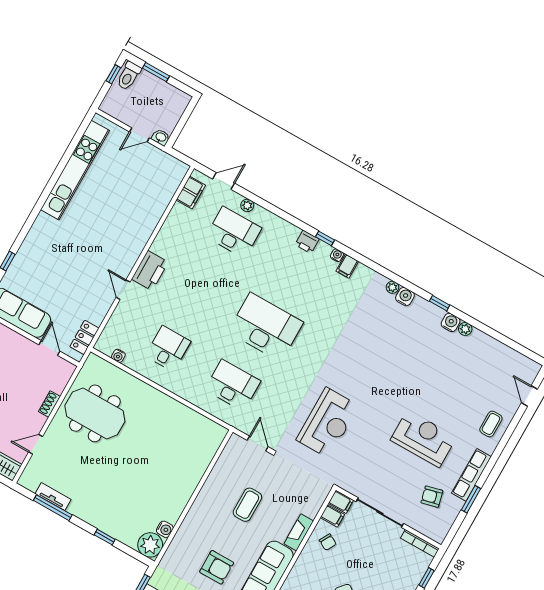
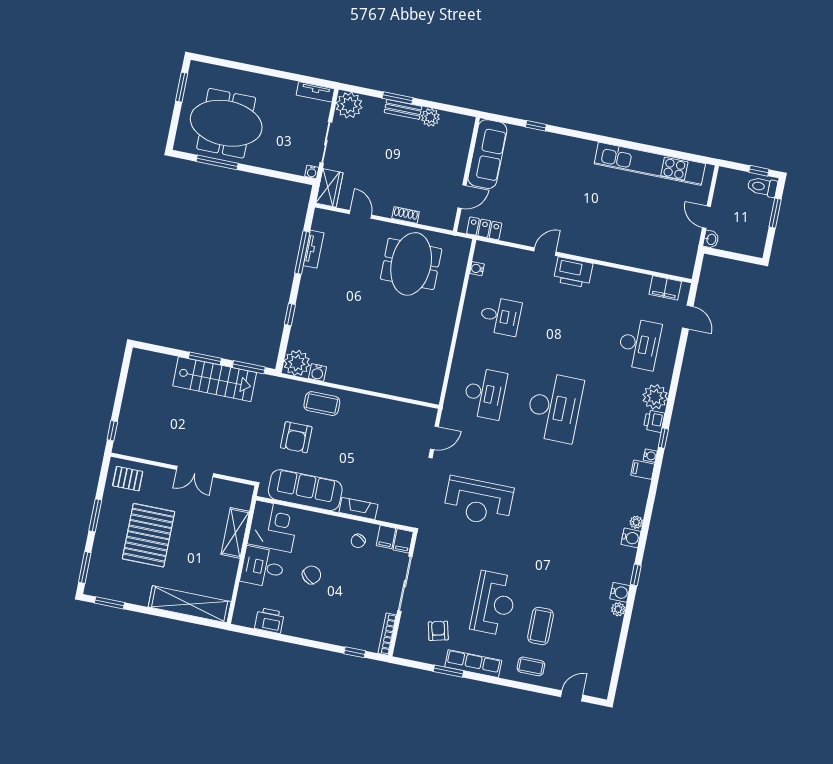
plant: (247, 205) -> (655, 397), moved, width x1.88, depth x1.88
coffee table: (457, 404) -> (540, 626), added
coffee table: (247, 505) -> (322, 404), moved

